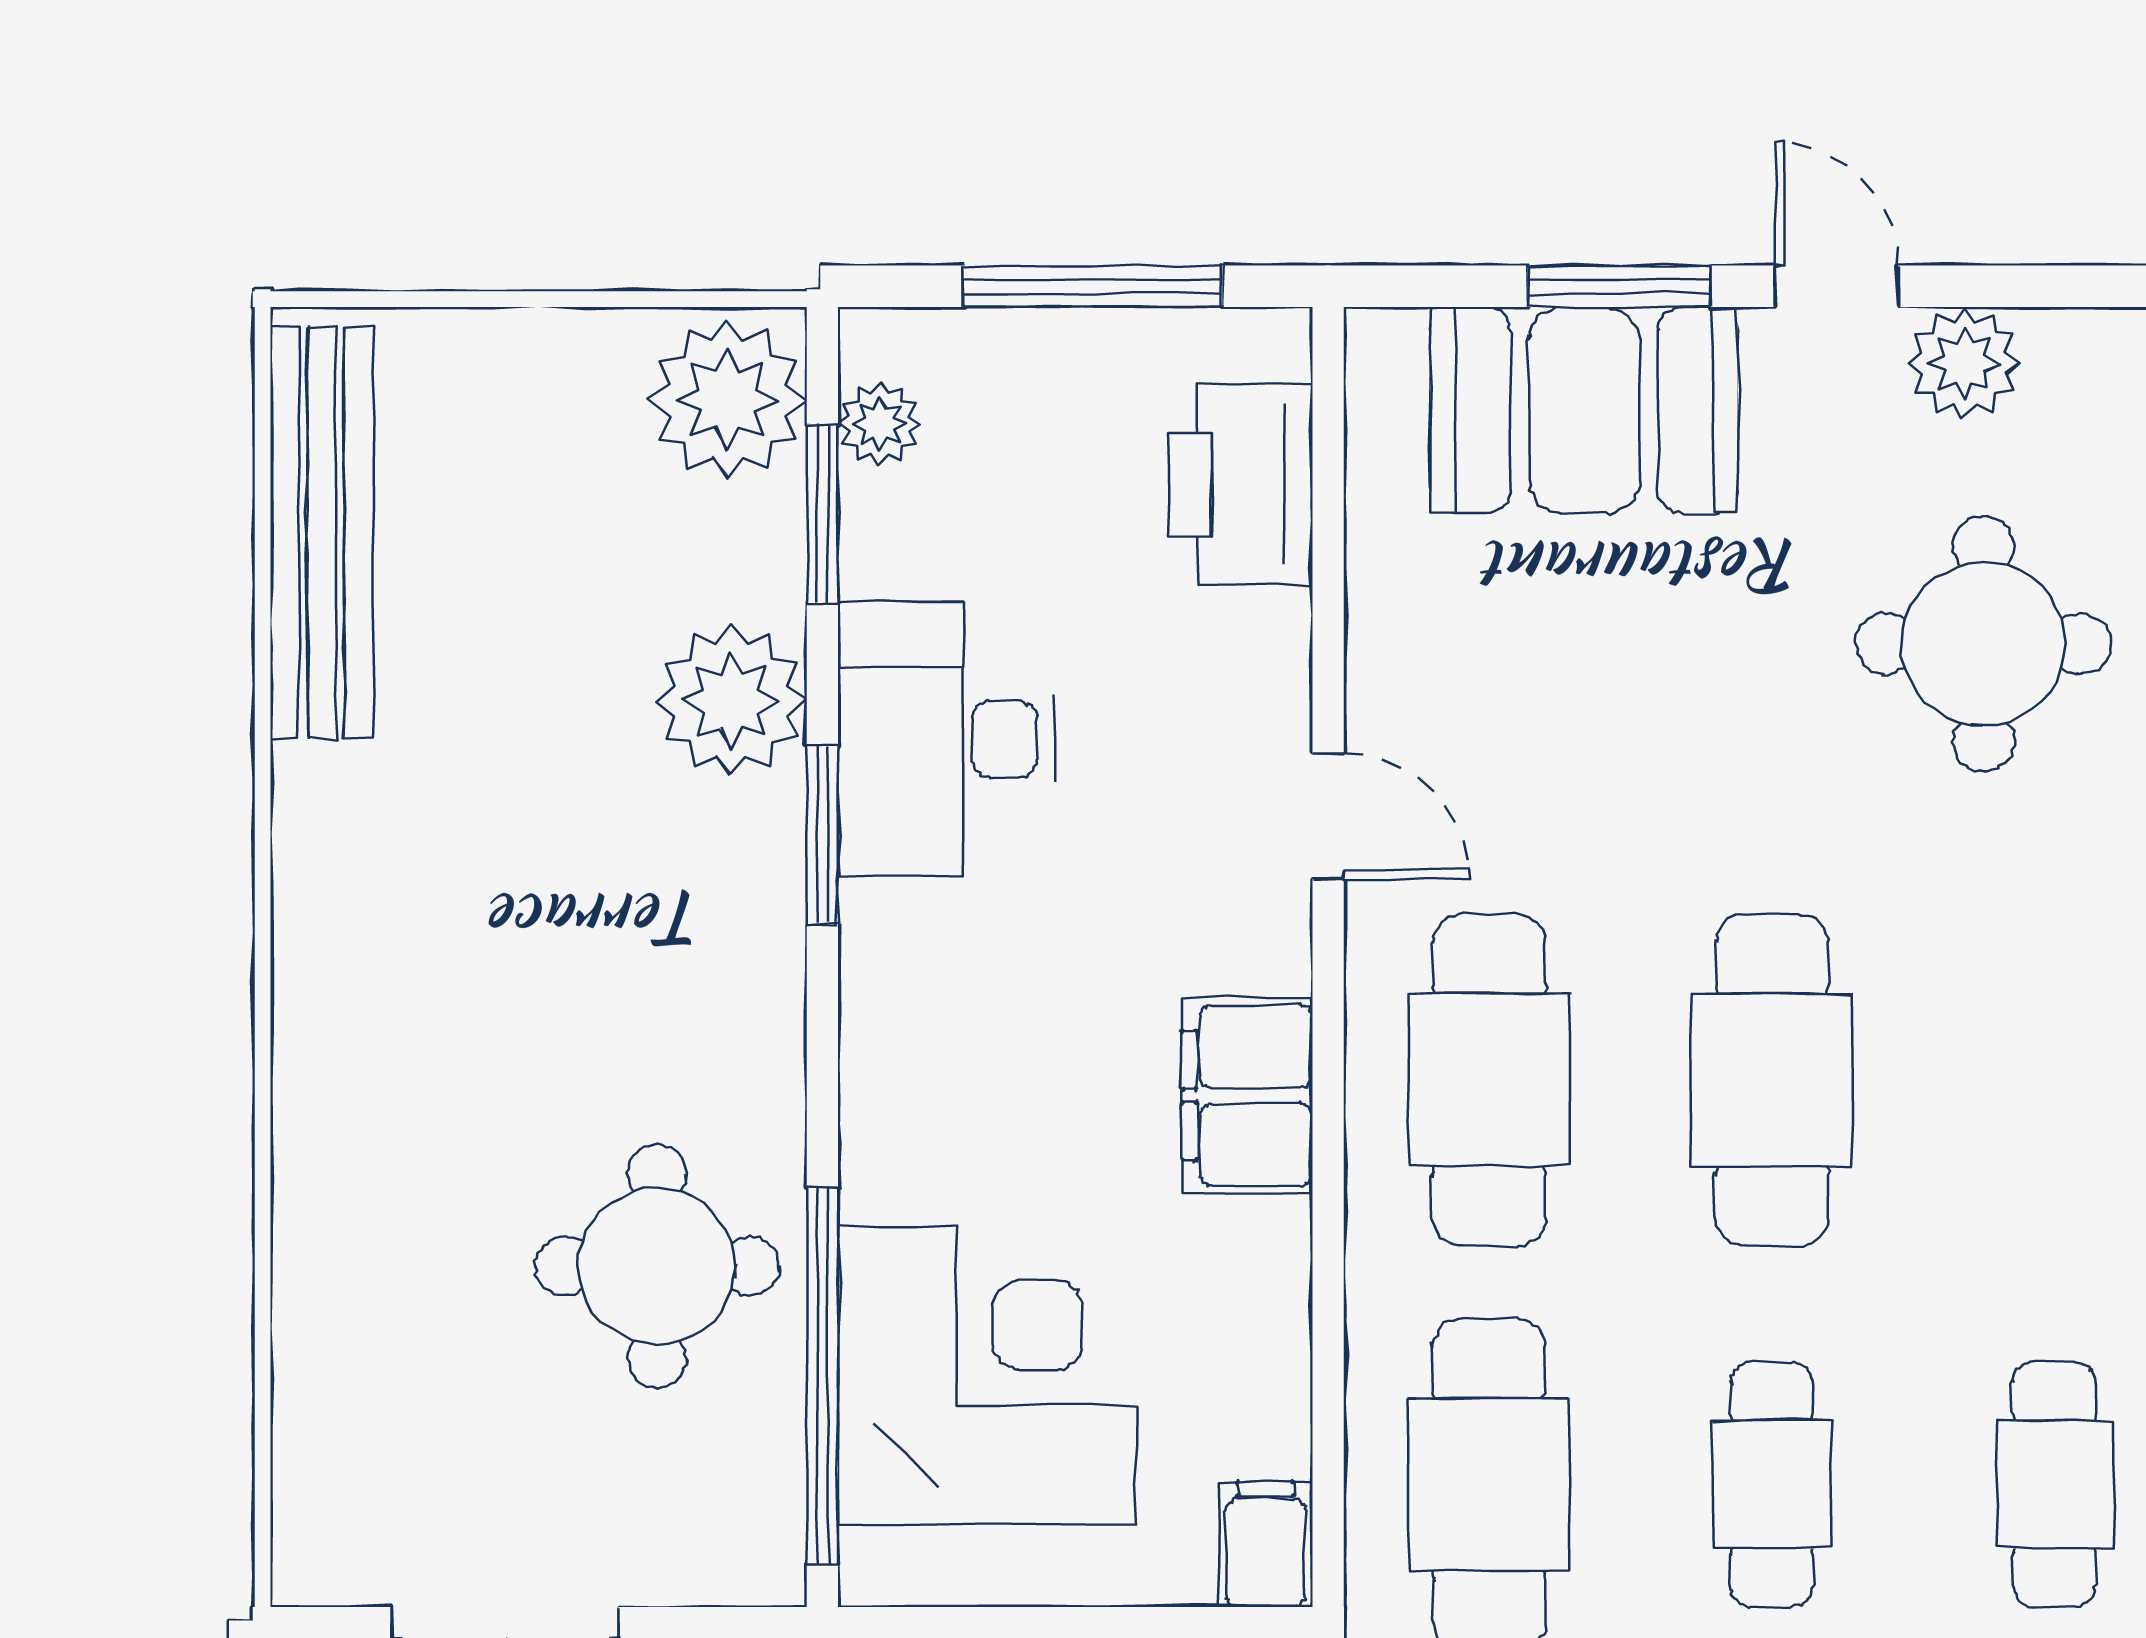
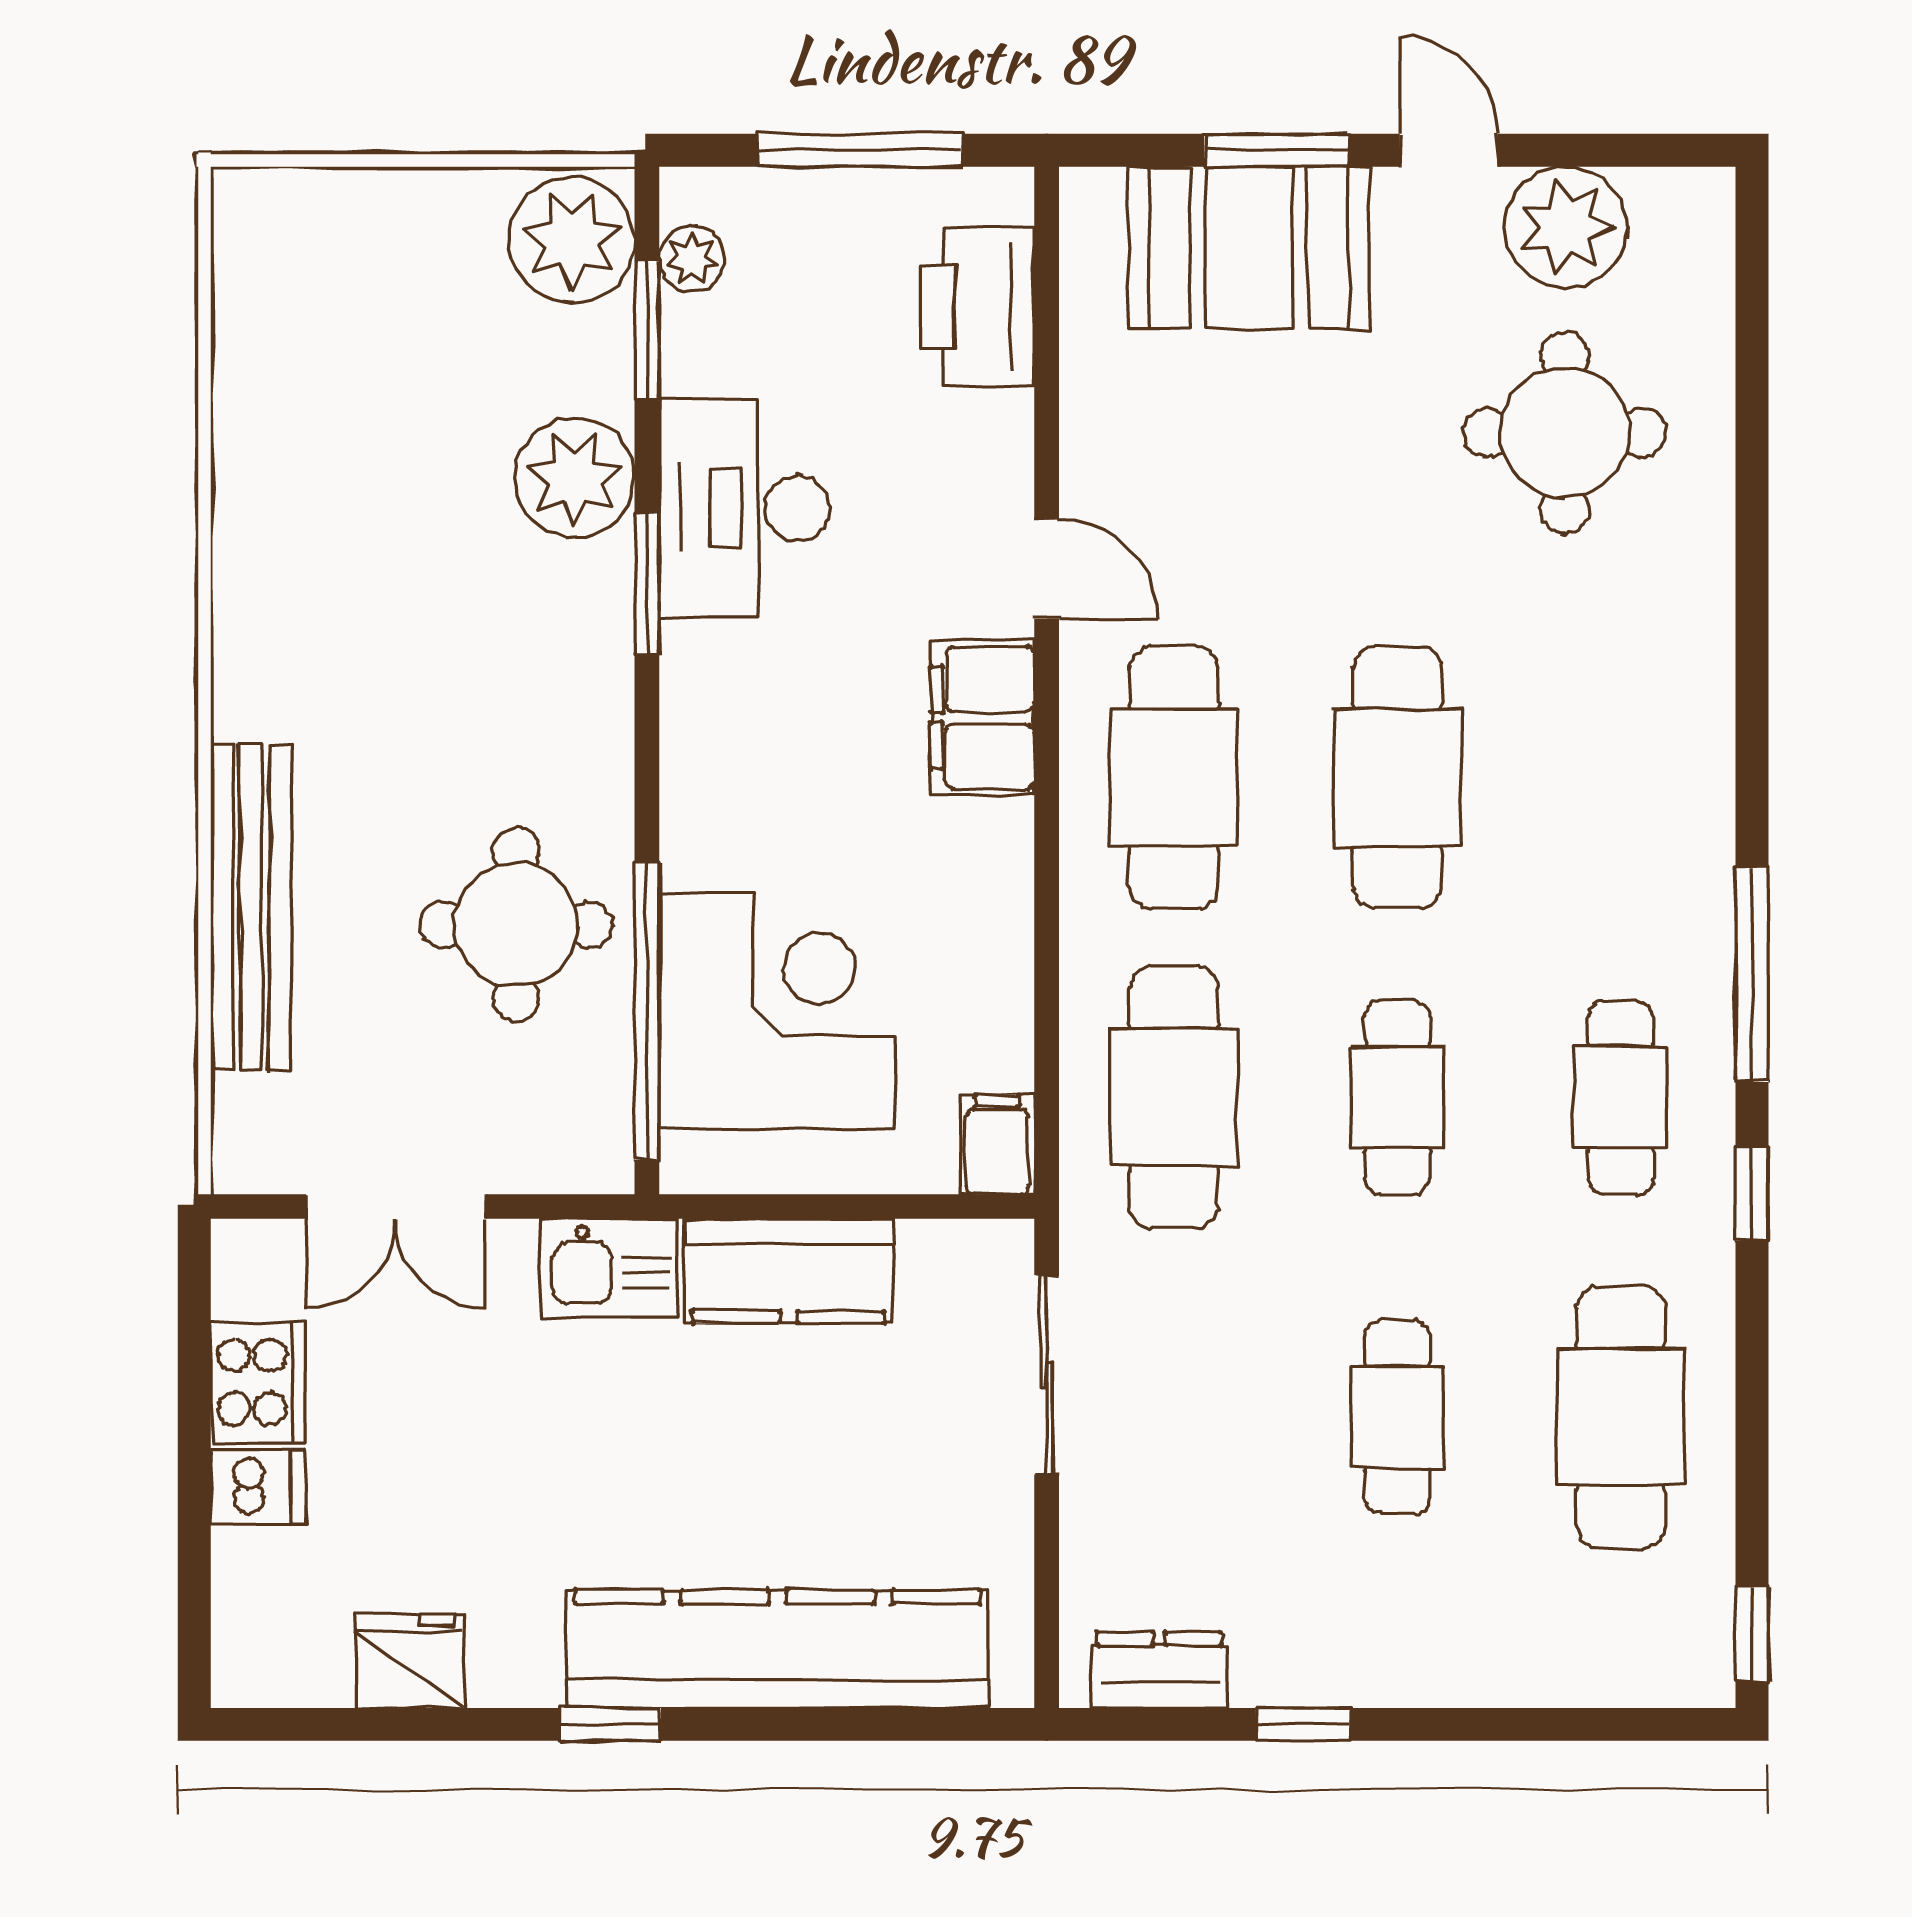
plant: (1964, 363) -> (1566, 227), width x1.36, depth x1.36
bench: (322, 533) -> (251, 907), moved
filing cabinet: (1247, 1096) -> (983, 718), moved

